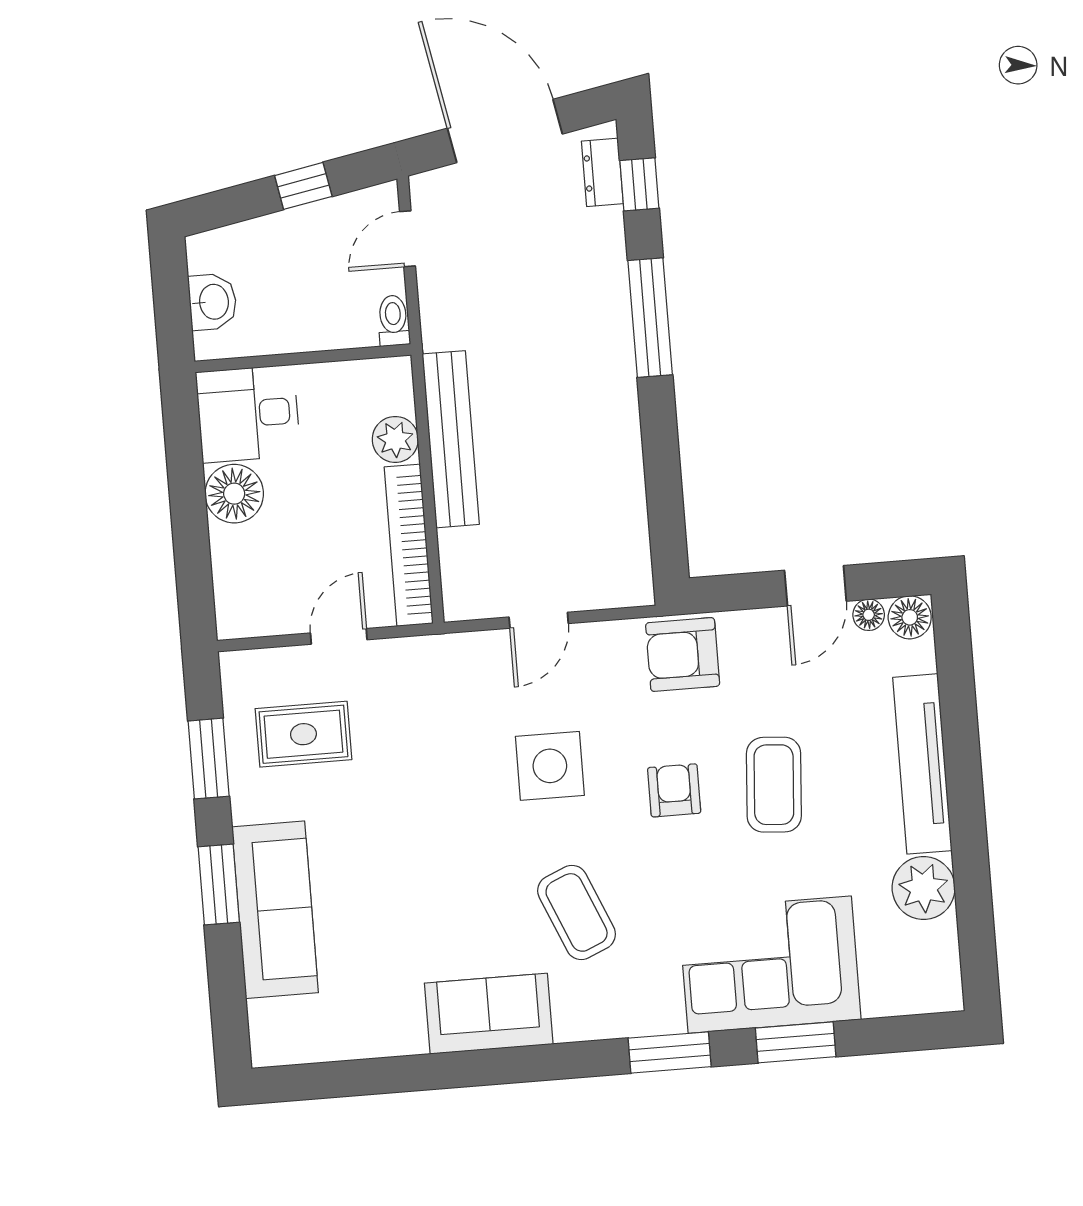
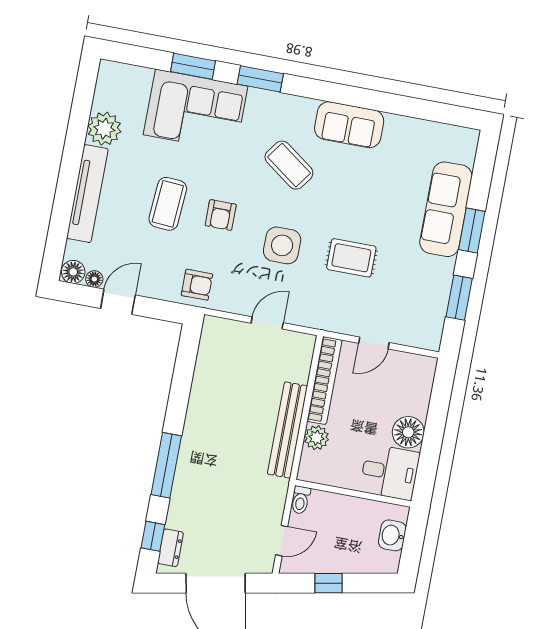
armchair: (683, 654) -> (197, 285), width x0.72, depth x0.72
rug: (303, 734) -> (351, 258), moved
coffee table: (577, 912) -> (289, 165), turned -31

